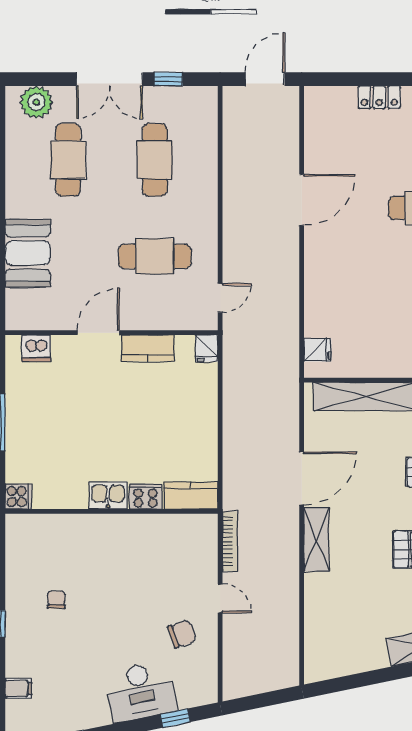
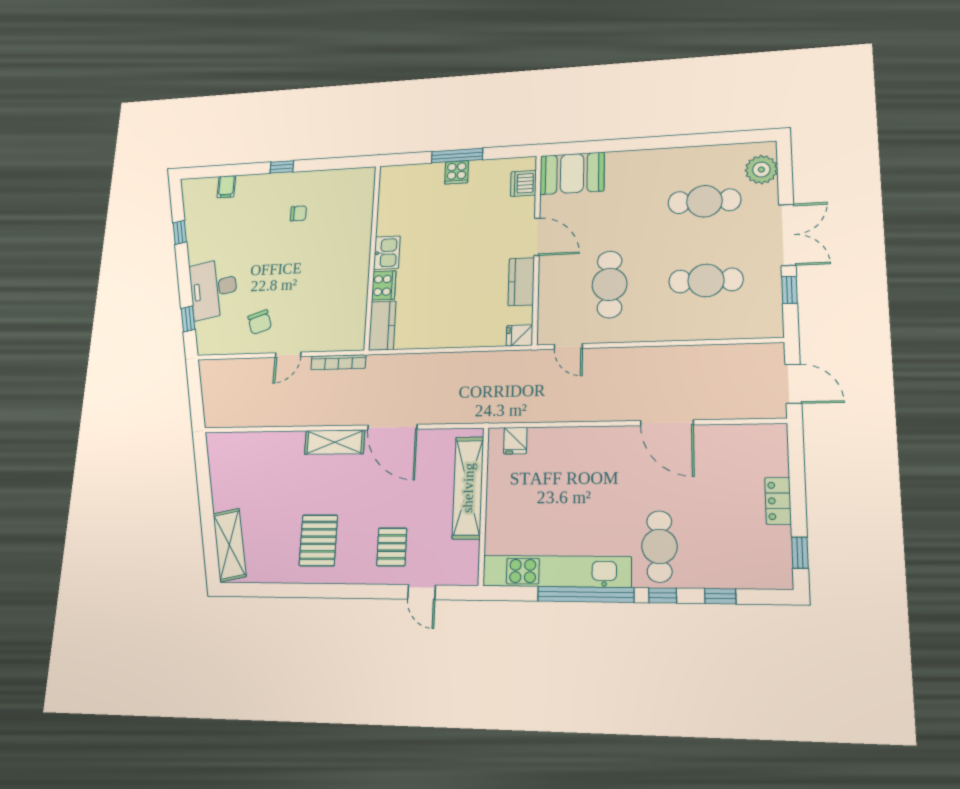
double door: (110, 79) -> (787, 235), swing flipped
booth: (28, 253) -> (572, 173), moved
cooker: (18, 497) -> (457, 172), moved

